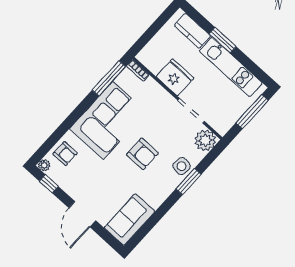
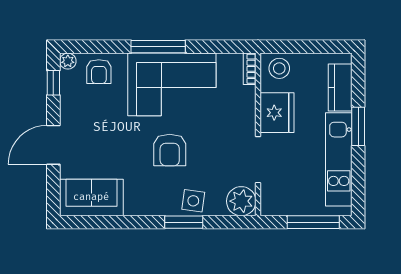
stool: (152, 54) -> (279, 68), added
window: (109, 78) -> (158, 47), moved

